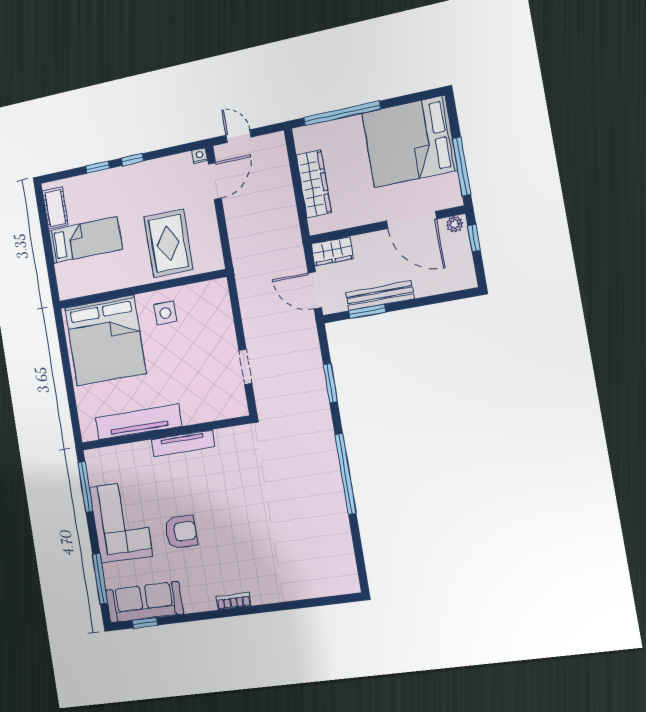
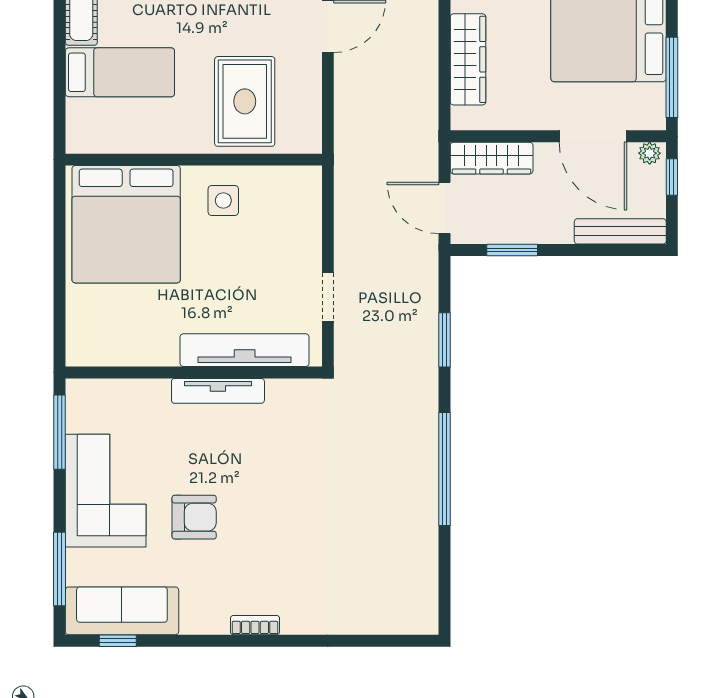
wardrobe: (332, 251) -> (492, 158), width x1.50
bench: (380, 296) -> (620, 231), moved
tv unit: (138, 422) -> (245, 350), moved

